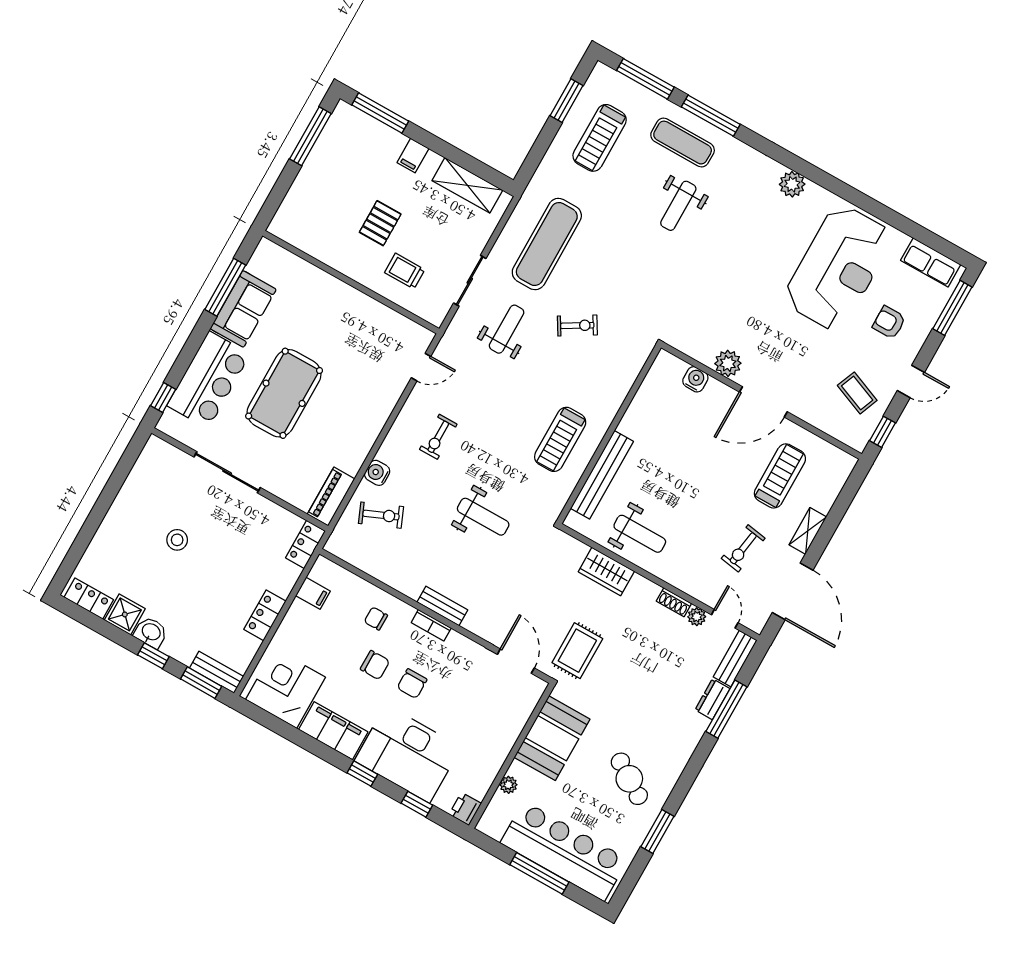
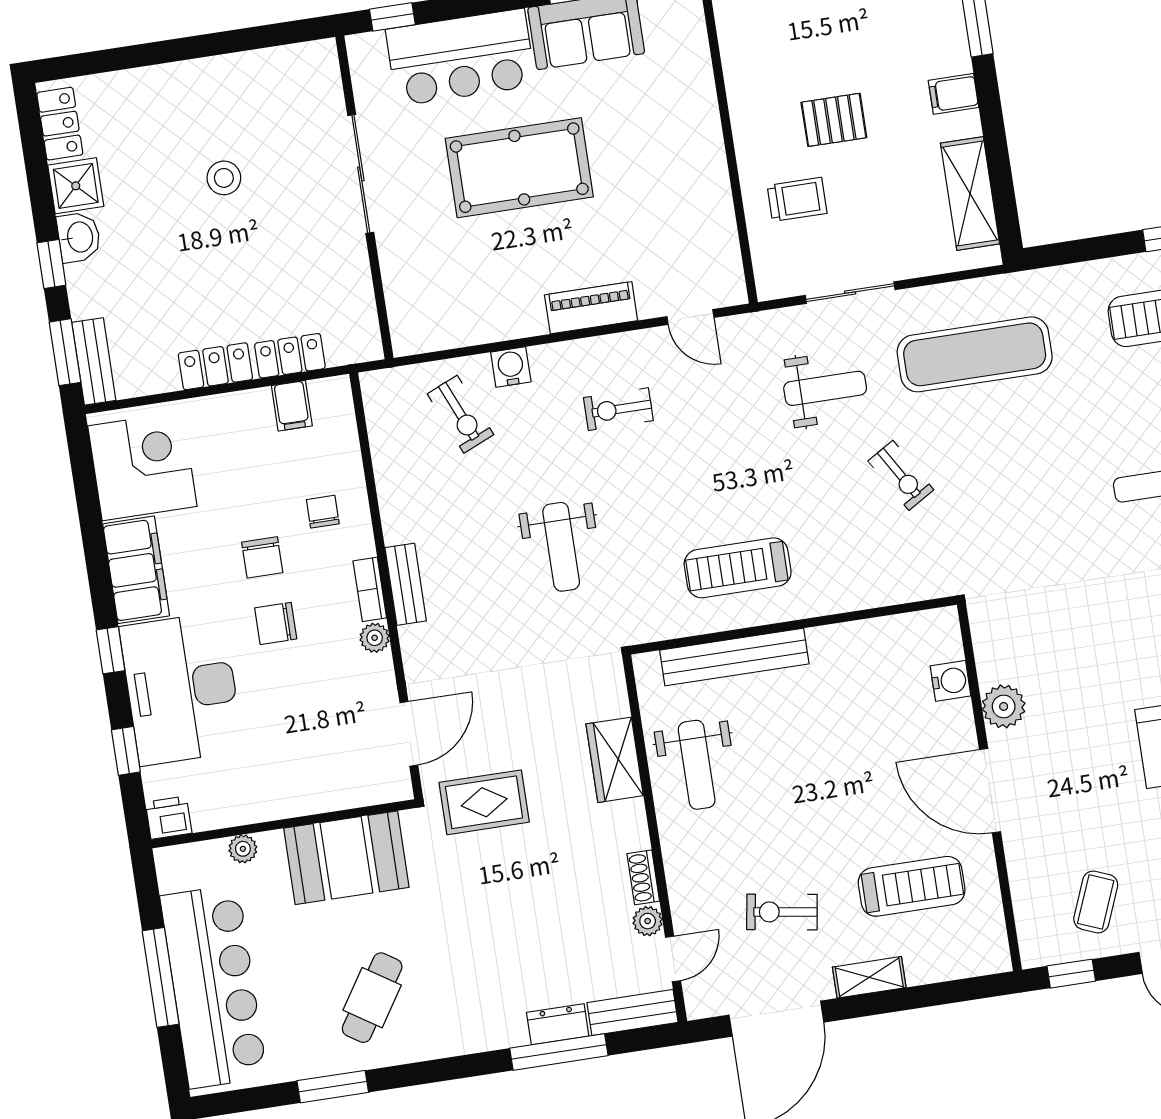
trolley: (405, 271) -> (797, 199), turned 90
piano: (331, 497) -> (591, 308), moved
locker: (306, 544) -> (290, 356), moved
plant: (456, 641) -> (375, 638), added

